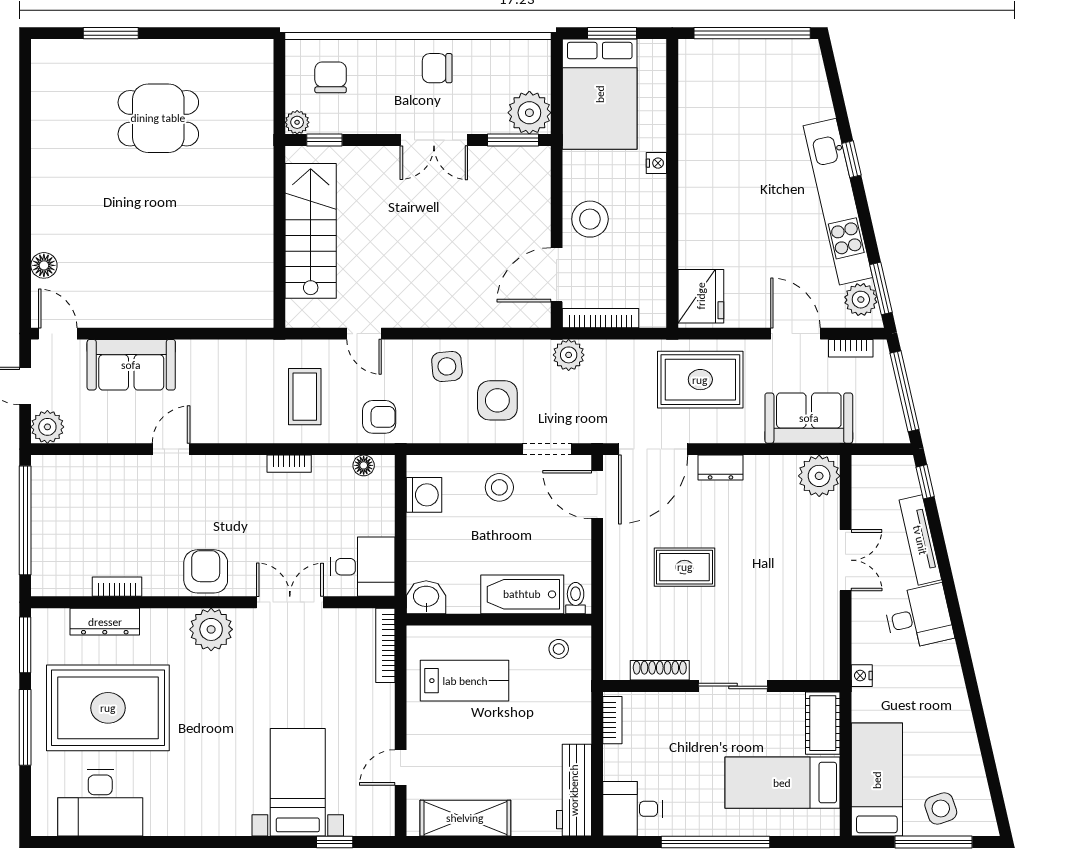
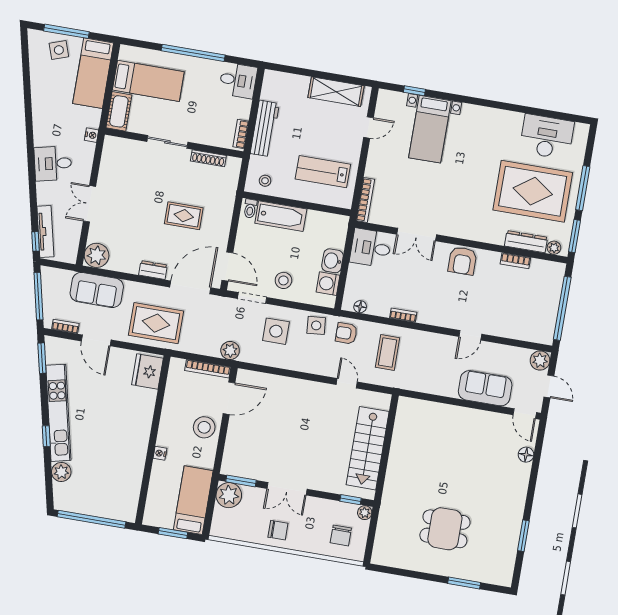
bed: (600, 94) -> (193, 500), width x0.67
window: (25, 129) -> (523, 536), added
double door: (434, 140) -> (287, 489), swing flipped
plant: (861, 300) -> (61, 472), moved
side table: (447, 366) -> (316, 325), moved
tv unit: (920, 540) -> (45, 231), moved
washbasin: (426, 597) -> (332, 261), moved, turned 90
plant: (211, 629) -> (554, 248), moved, width x0.53, depth x0.53
workbench: (574, 790) -> (265, 128), moved

